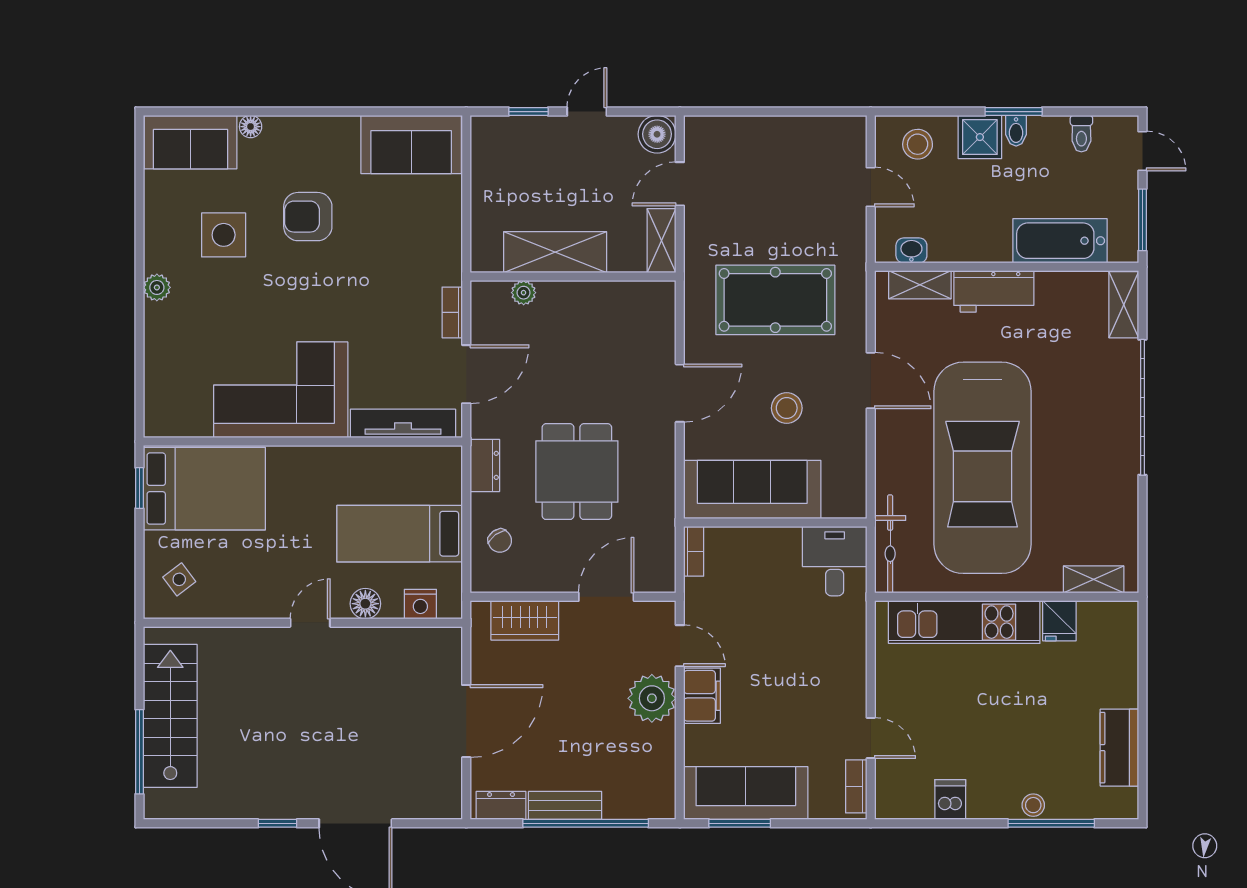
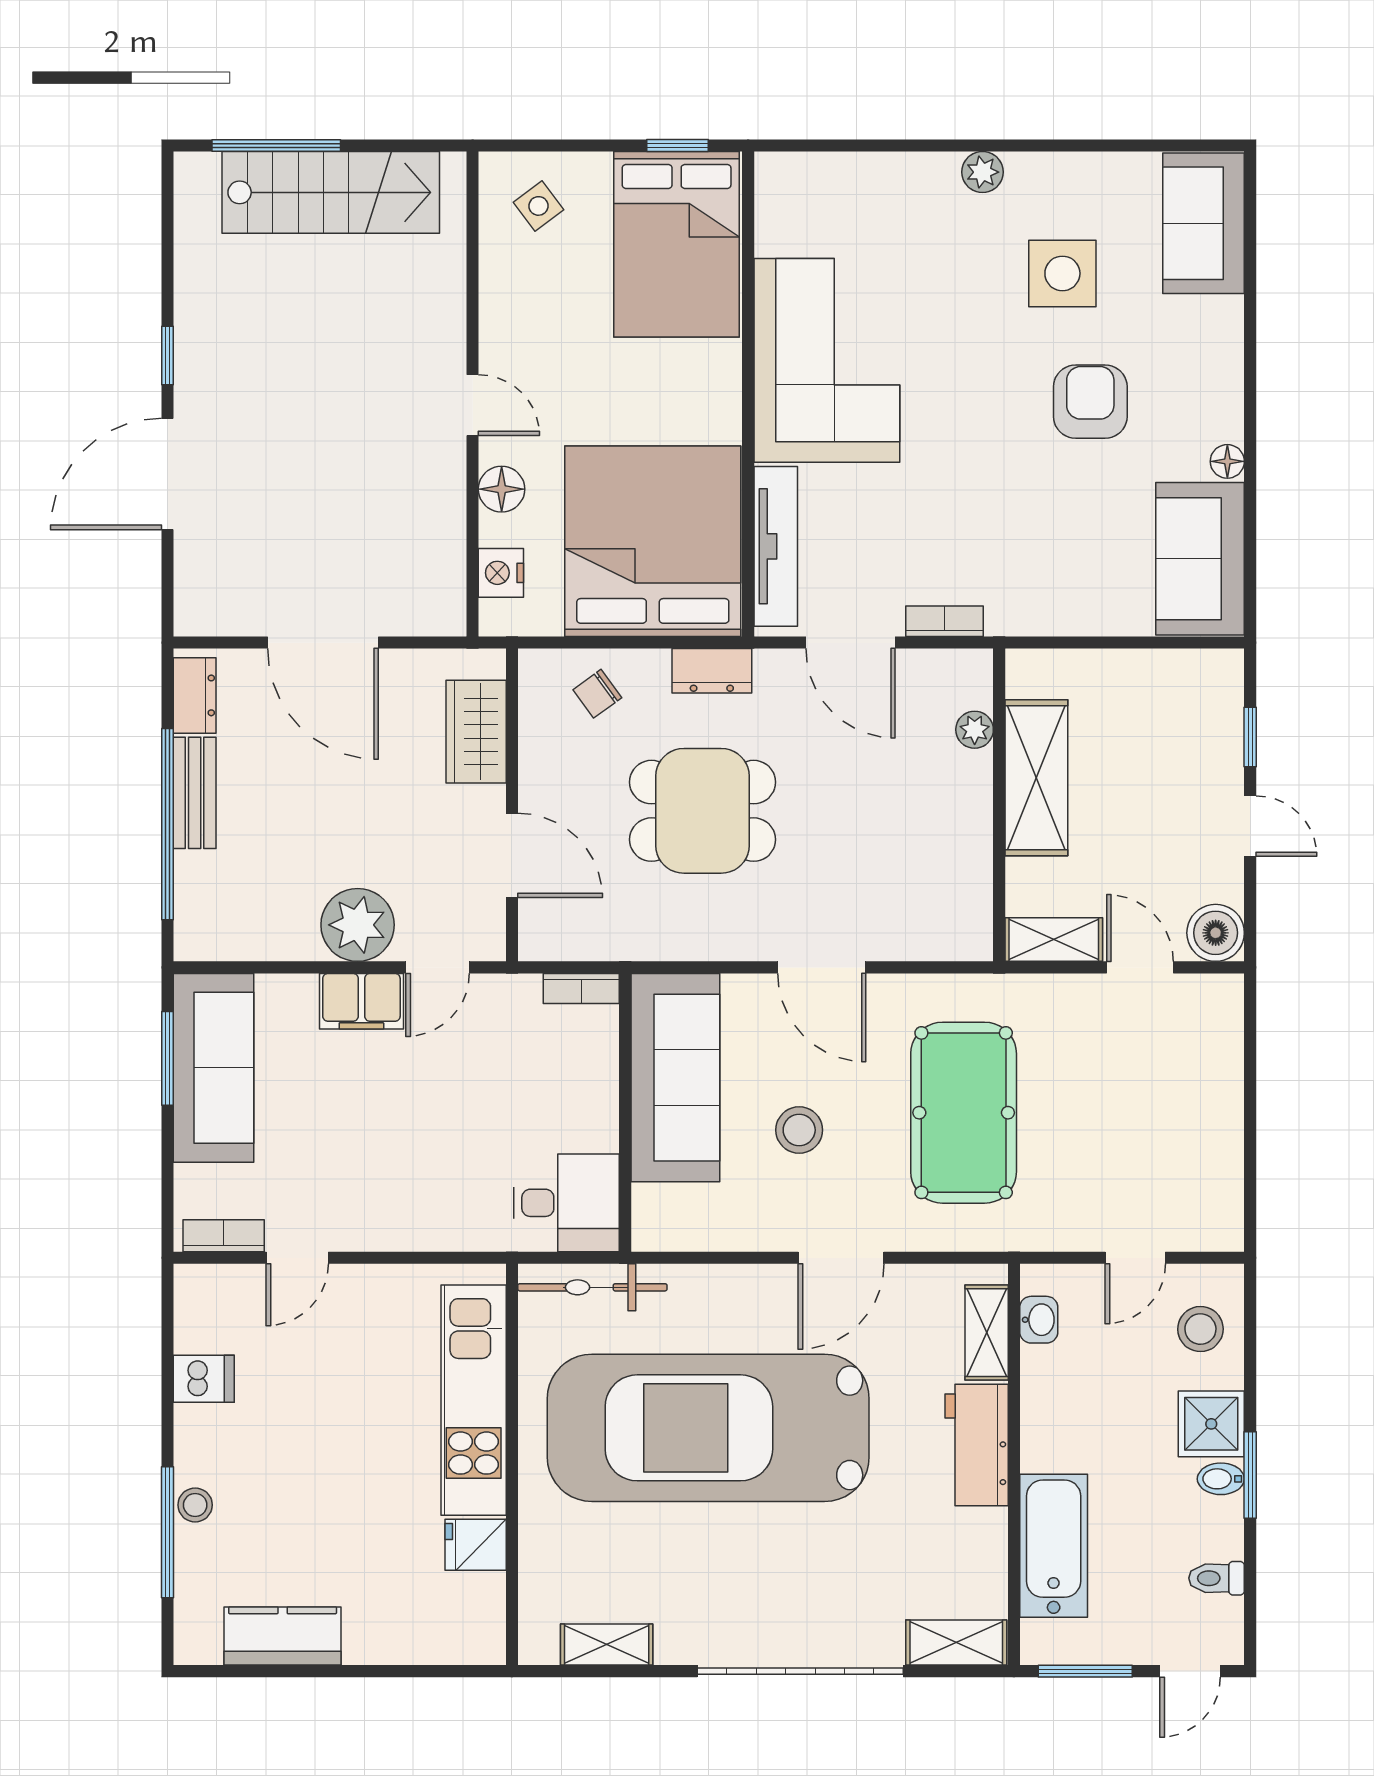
floor lamp: (251, 127) -> (1227, 461), moved
bed: (400, 534) -> (653, 541), width x2.04
shelving: (1094, 579) -> (607, 1645), moved, turned 90

